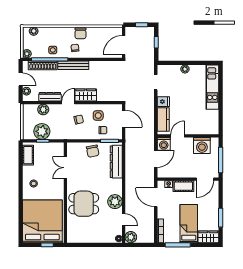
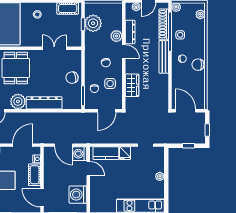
wardrobe: (86, 95) -> (132, 85), moved
plant: (43, 110) -> (116, 36), moved
dresser: (116, 162) -> (44, 103), moved

